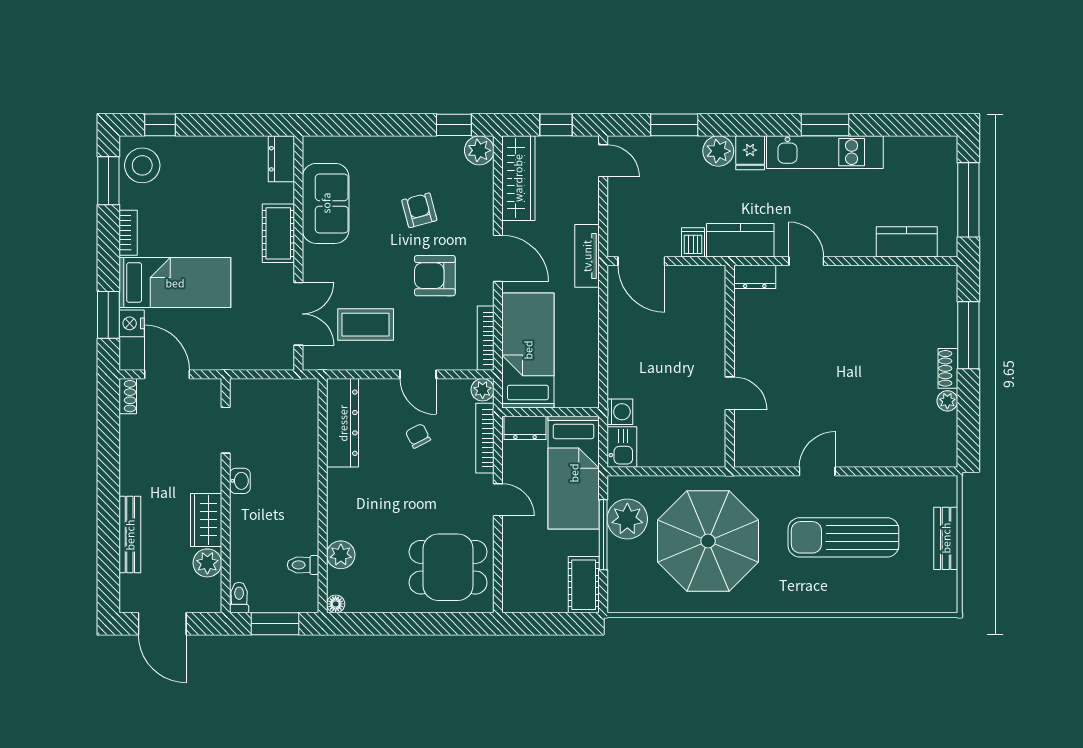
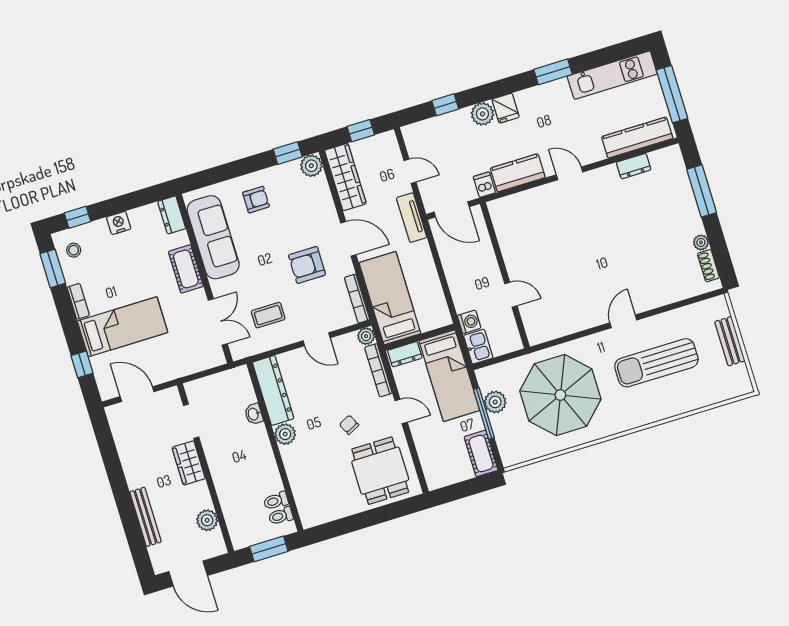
window: (674, 125) -> (445, 105), width x0.67
kitchen unit: (825, 152) -> (612, 75), moved
door: (603, 161) -> (410, 171), moved
stool: (142, 165) -> (74, 250), width x0.53, depth x0.53
sofa: (326, 203) -> (213, 237), width x1.36
armchair: (419, 210) -> (256, 200), moved, turned 105
kitchen counter: (907, 242) -> (637, 138), width x1.50
dresser: (755, 277) -> (634, 166), moved
window: (108, 315) -> (82, 364), width x0.67
nightstand: (132, 323) -> (119, 223), moved, turned 90
coffee table: (366, 325) -> (268, 315), width x0.73, depth x0.77
wall: (730, 366) -> (505, 275), moved
shoe rack: (948, 368) -> (708, 266), moved
door: (730, 393) -> (511, 295), moved
shoe rack: (128, 396) -> (114, 418), removed
chair: (418, 436) -> (349, 425), moved
washbasin: (240, 481) -> (254, 414), moved, turned 180
plant: (627, 519) -> (495, 402), width x0.73, depth x0.73
wardrobe: (206, 520) -> (189, 463), moved
plant: (341, 555) -> (285, 434), moved
dining table: (448, 567) -> (380, 471), turned 90
toilet: (239, 597) -> (281, 516), moved, turned -90
floor lamp: (336, 604) -> (308, 521), removed

